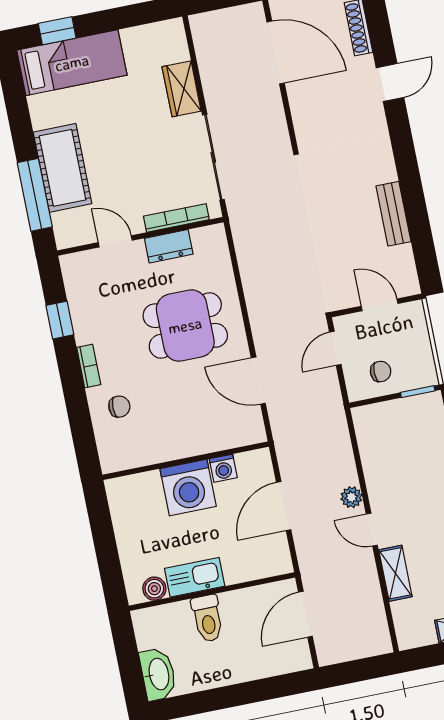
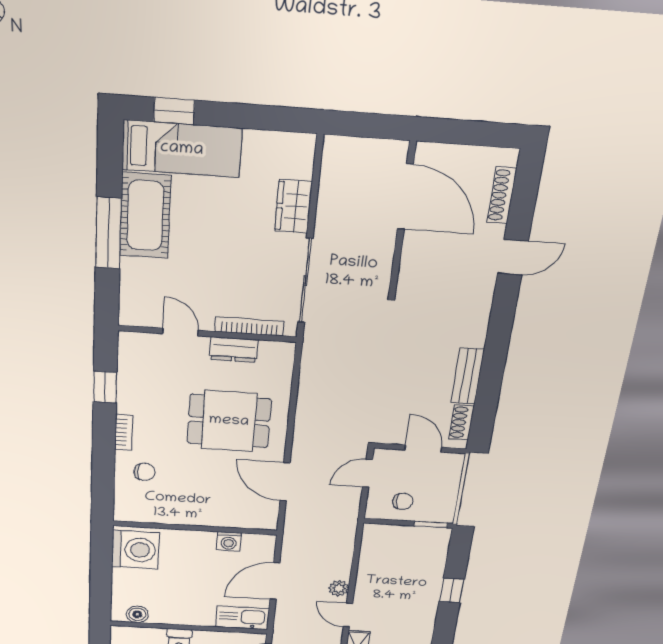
cot: (63, 168) -> (145, 216), moved
window: (35, 195) -> (108, 233), moved
shoe rack: (406, 265) -> (462, 422), added
washing machine: (188, 488) -> (135, 550), moved, turned -90
kitchen sink: (195, 577) -> (242, 618), moved

